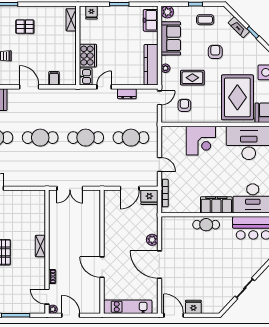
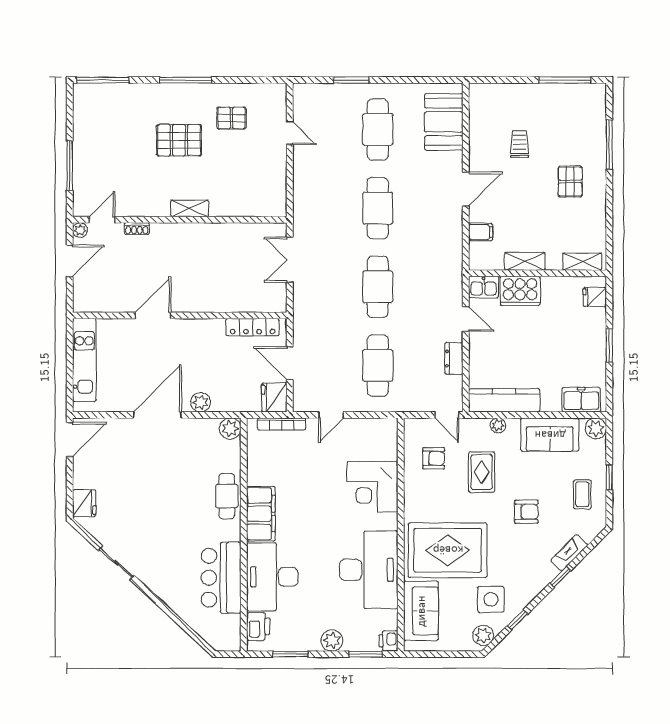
shelving: (71, 53) -> (525, 261), added
locker: (109, 210) -> (253, 327), added
plant: (167, 223) -> (230, 429), added
fridge: (193, 307) -> (84, 503), moved

